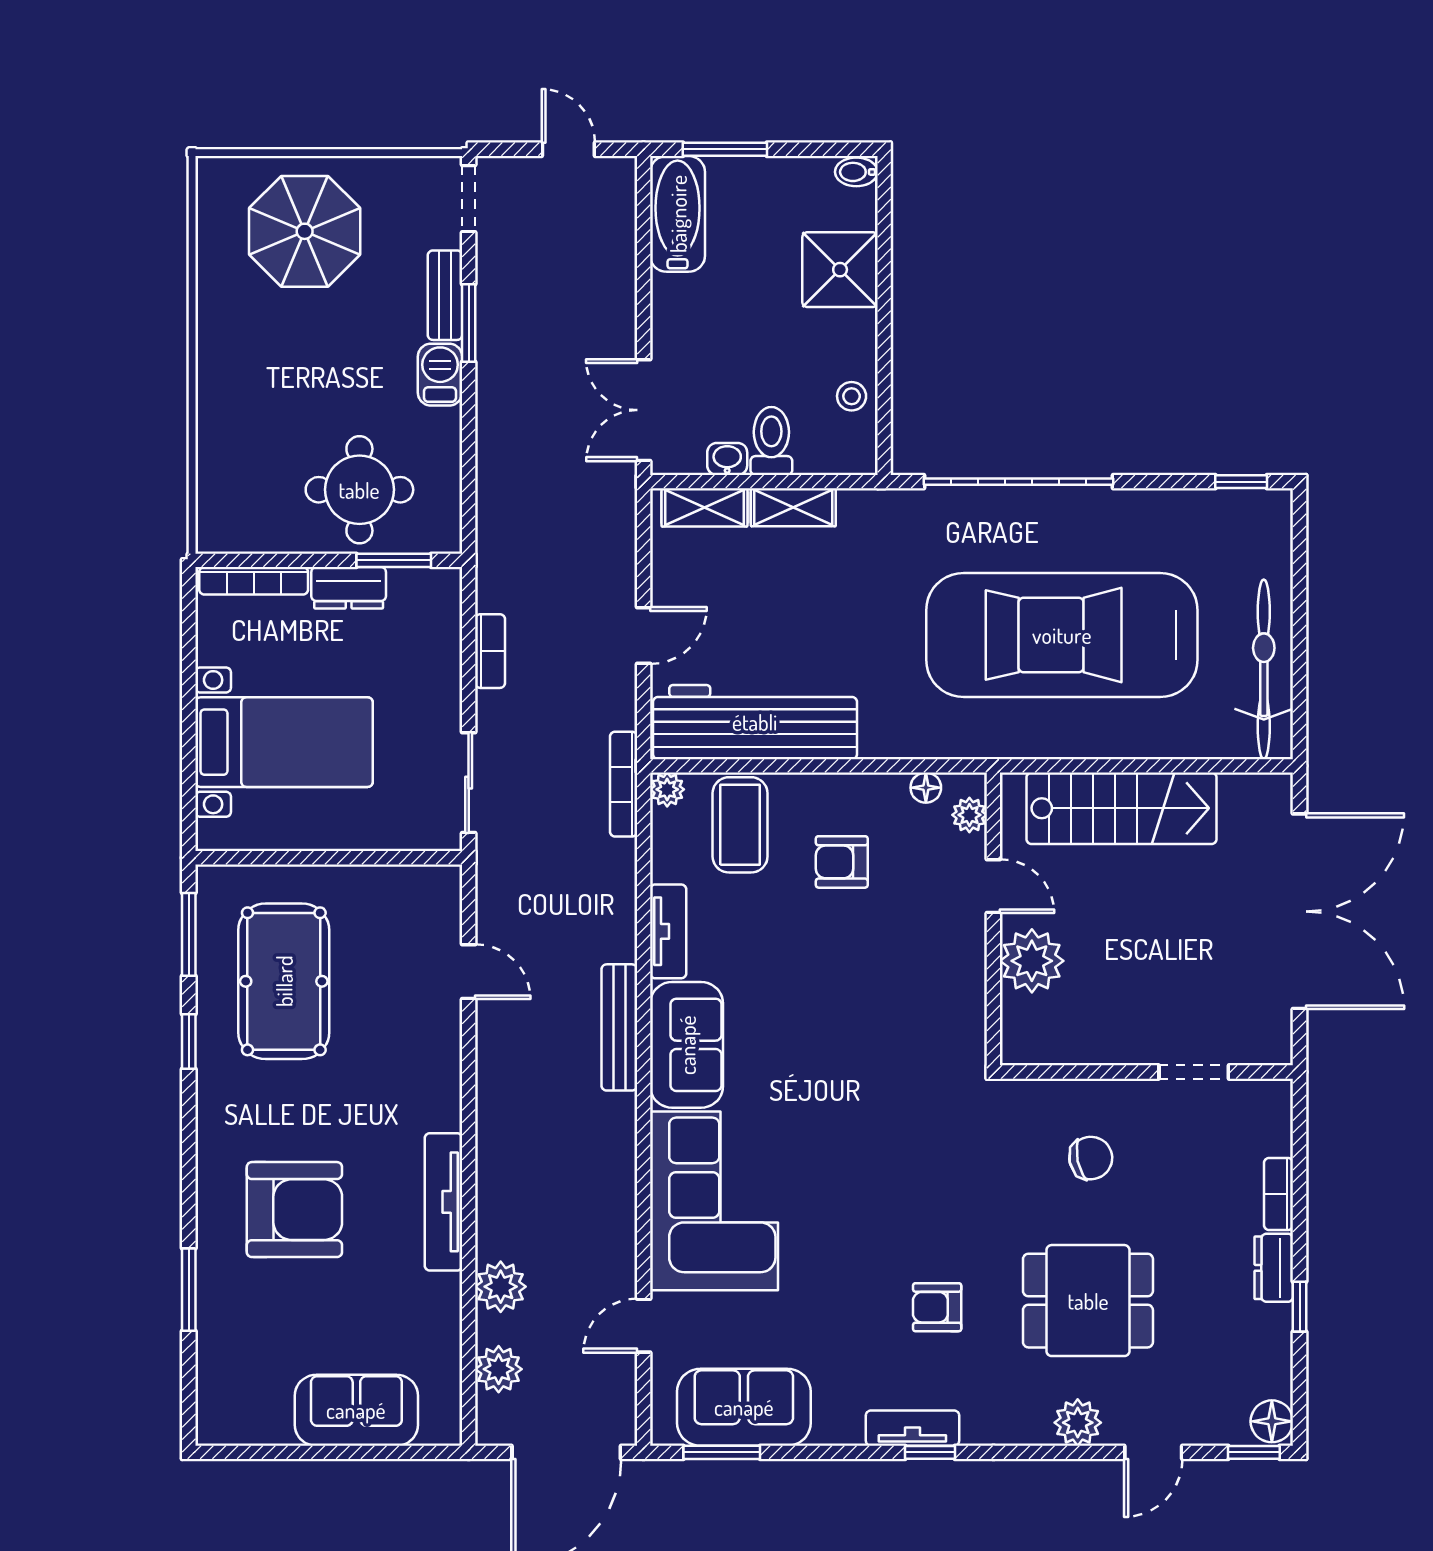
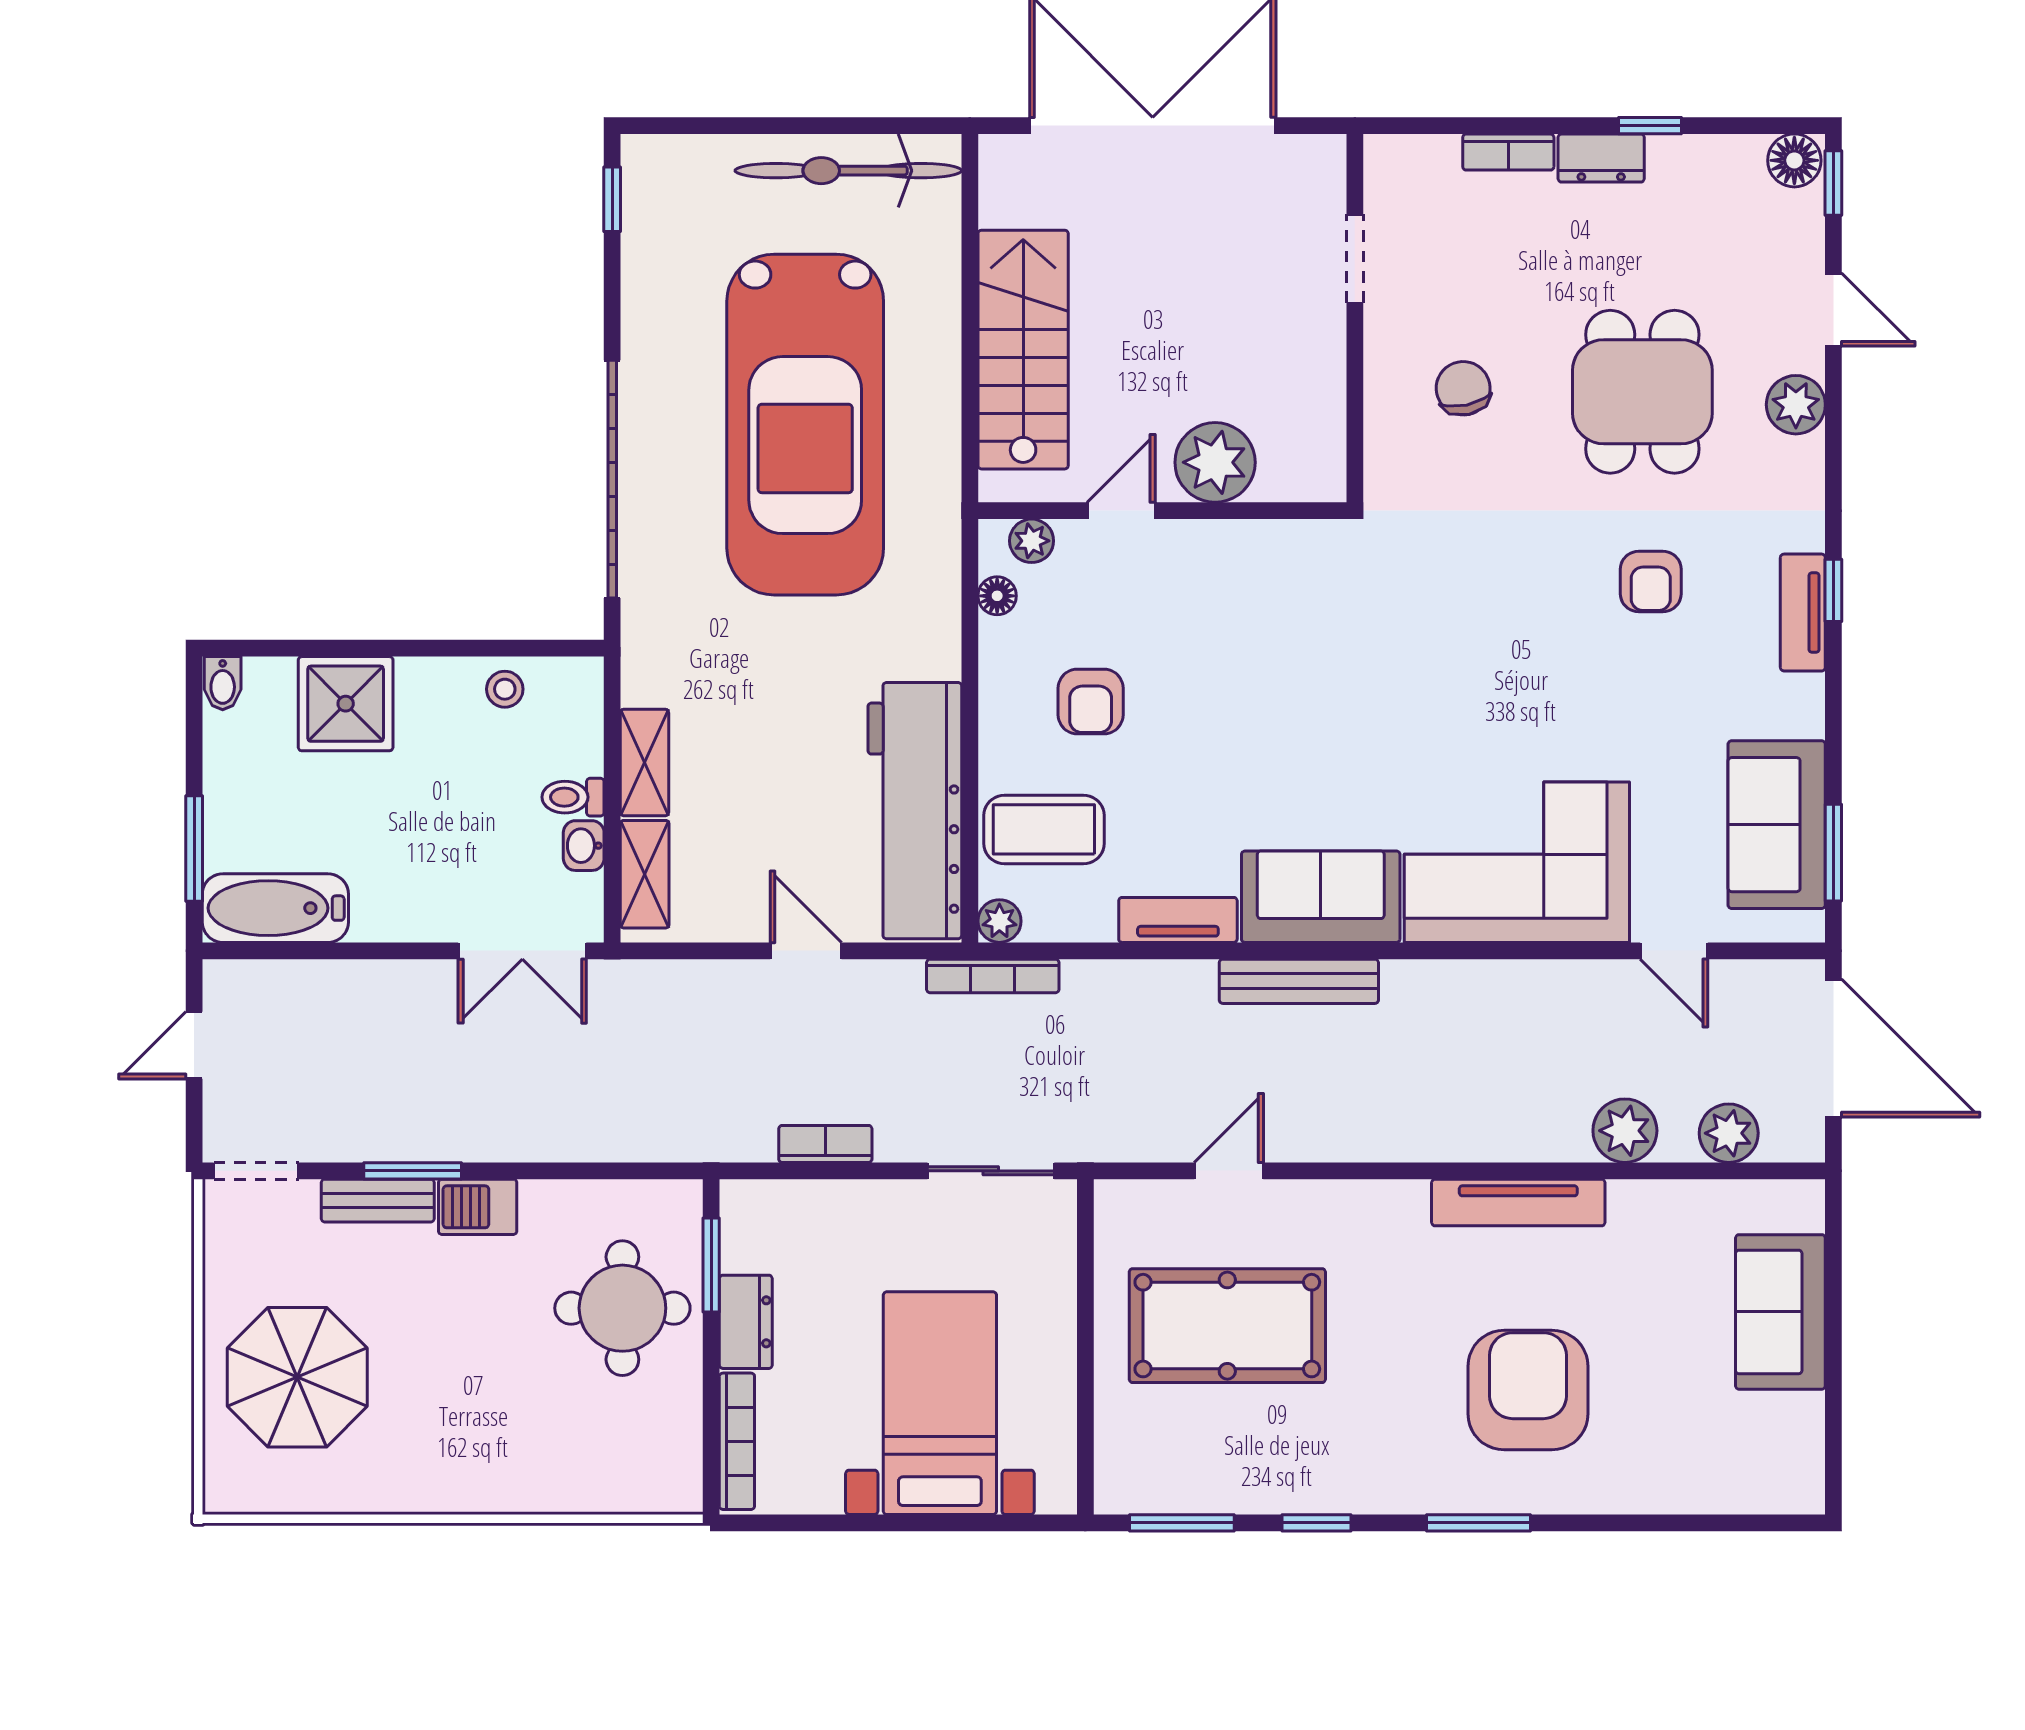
toilet: (771, 441) -> (573, 797), width x0.73, depth x0.72
pool table: (284, 981) -> (1227, 1326), moved
window: (189, 1290) -> (1479, 1523), moved

